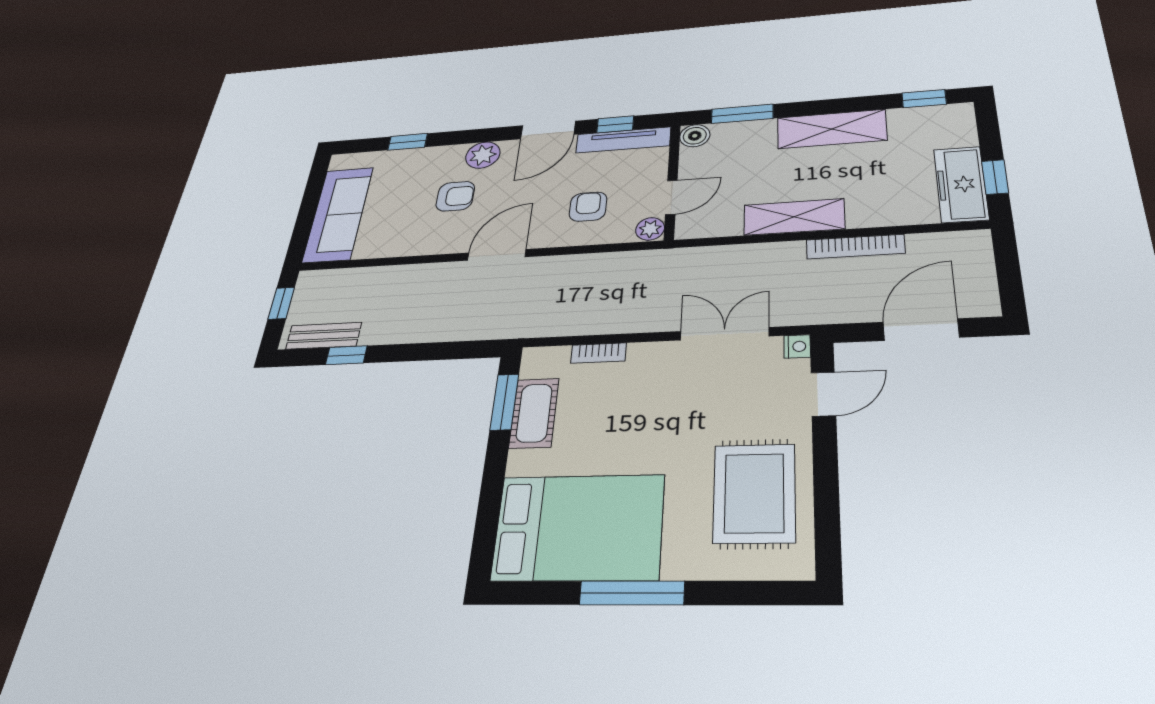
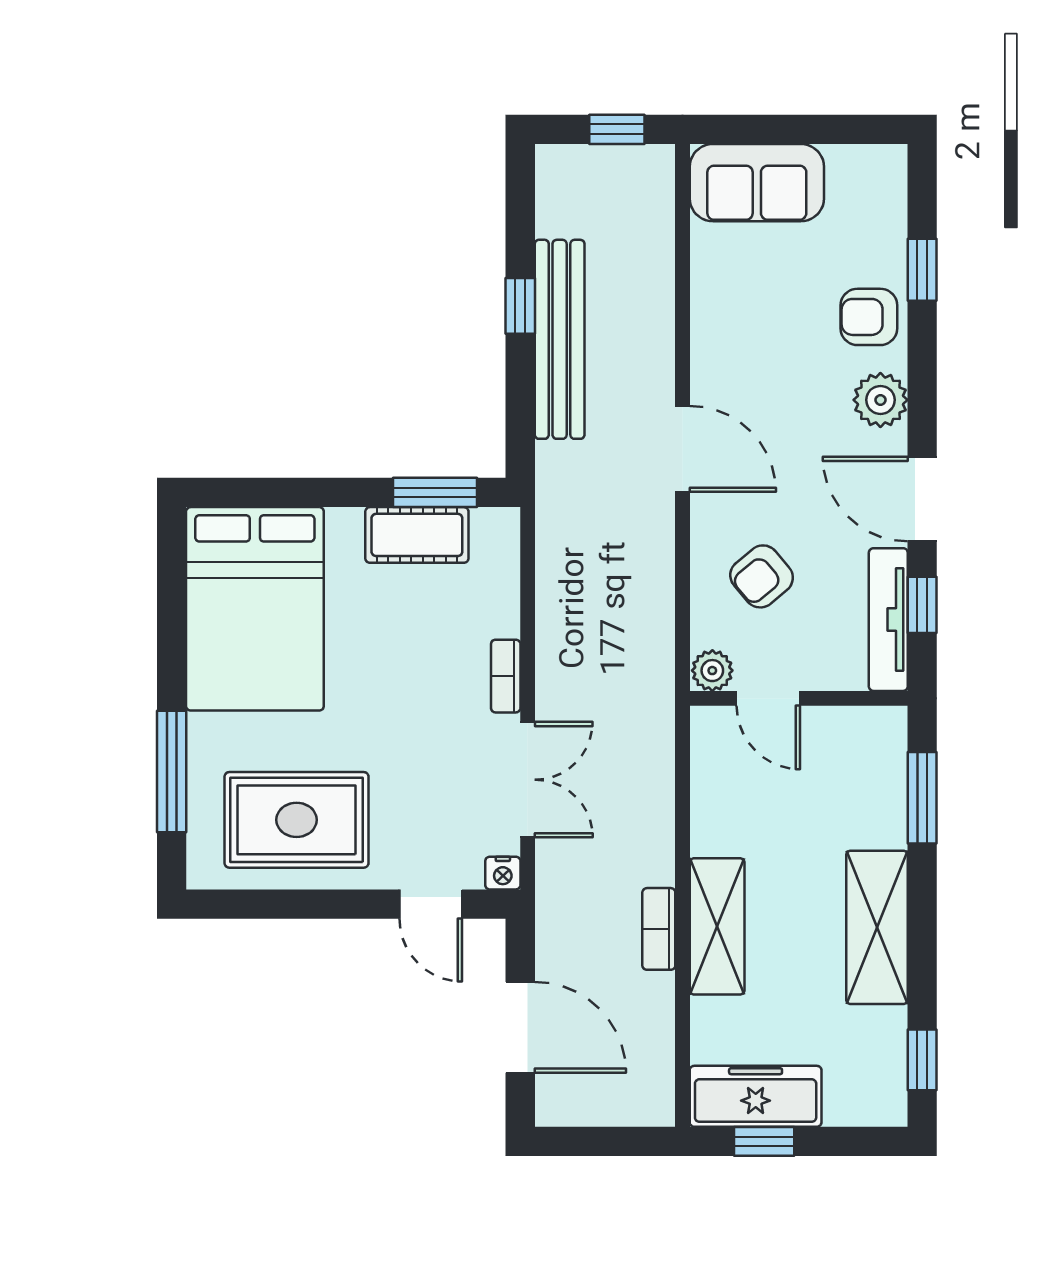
boiler: (695, 136) -> (885, 728), removed
armchair: (455, 196) -> (869, 317), moved, turned 90
armchair: (588, 207) -> (762, 576), turned 140
sofa: (338, 214) -> (757, 183), width x0.73
shelving: (794, 217) -> (717, 926), moved
bookcase: (855, 247) -> (659, 929), width x0.64
bench: (324, 336) -> (560, 339), moved, width x1.86, depth x1.21
bookcase: (598, 353) -> (506, 676), moved
window: (346, 355) -> (520, 306), moved
window: (632, 593) -> (172, 772), moved

